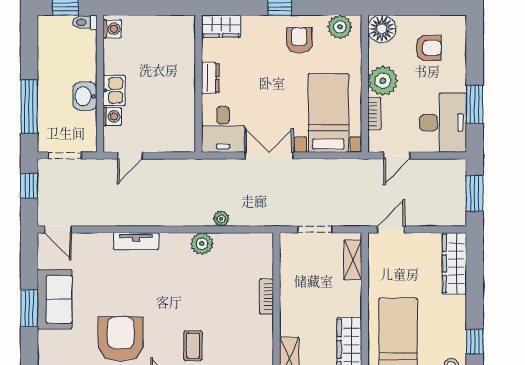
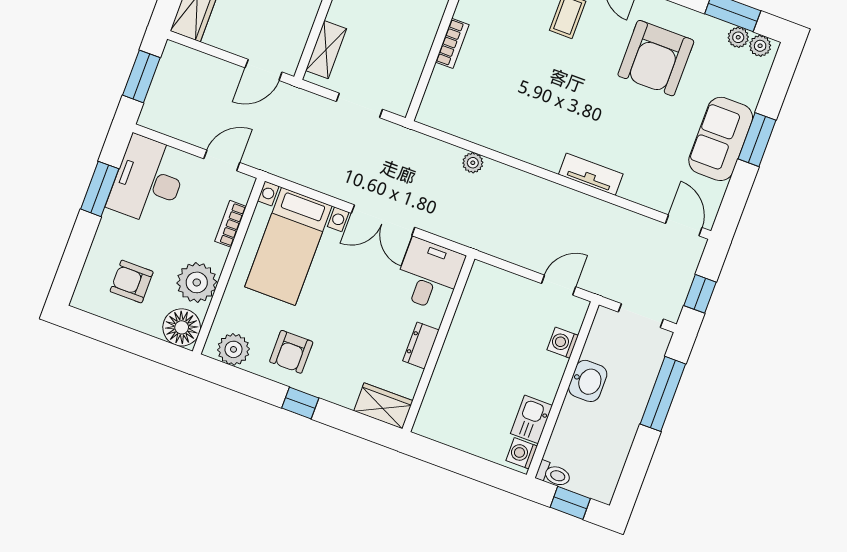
plant: (383, 81) -> (197, 282), moved
kitchen sink: (114, 90) -> (532, 419), moved
plant: (202, 244) -> (509, 140), removed

